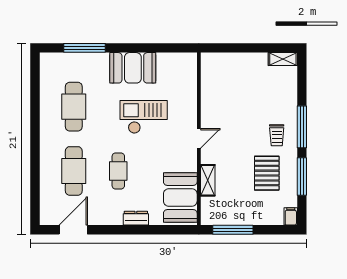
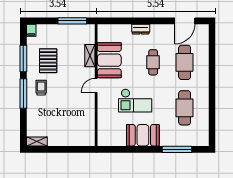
booth: (180, 197) -> (109, 60), moved

